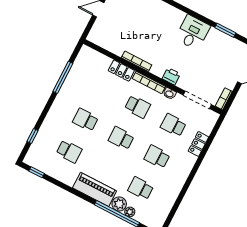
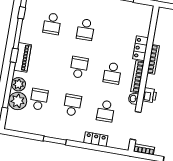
school desk: (85, 120) -> (86, 30), turned 180
school desk: (173, 125) -> (106, 111), turned 180
window: (187, 185) -> (55, 140), added
window: (68, 189) -> (18, 34), added
piano: (95, 189) -> (23, 57), width x0.73, depth x0.75
plant: (130, 212) -> (18, 101), width x1.87, depth x1.87

